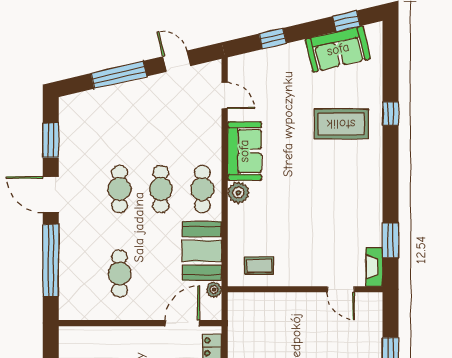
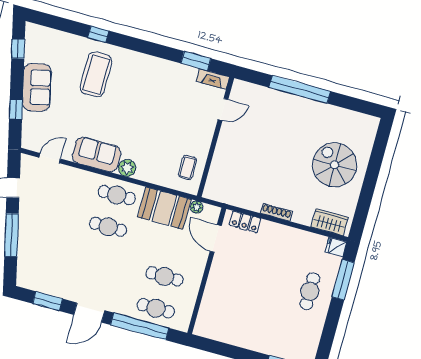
sofa: (338, 49) -> (37, 87), moved
cafe table: (119, 189) -> (156, 308), moved

